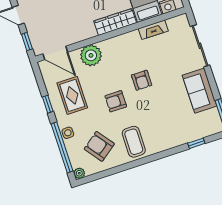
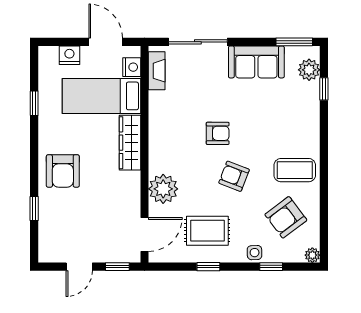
fireplace: (153, 30) -> (157, 71), moved
armchair: (116, 101) -> (234, 176), turned 111
plant: (206, 129) -> (309, 70), added
window: (62, 147) -> (271, 267), width x0.32

